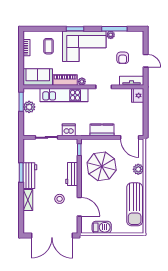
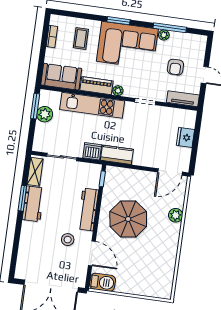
fridge: (138, 95) -> (185, 137), moved
kitchen counter: (102, 130) -> (117, 155), moved
door: (130, 137) -> (170, 172), hinge flipped
parasol: (102, 166) -> (128, 219), moved
workbench: (72, 174) -> (88, 209), width x1.37
shelving: (28, 200) -> (35, 172), moved
sun lounger: (135, 204) -> (164, 260), removed
barbecue: (102, 227) -> (103, 282), moved

